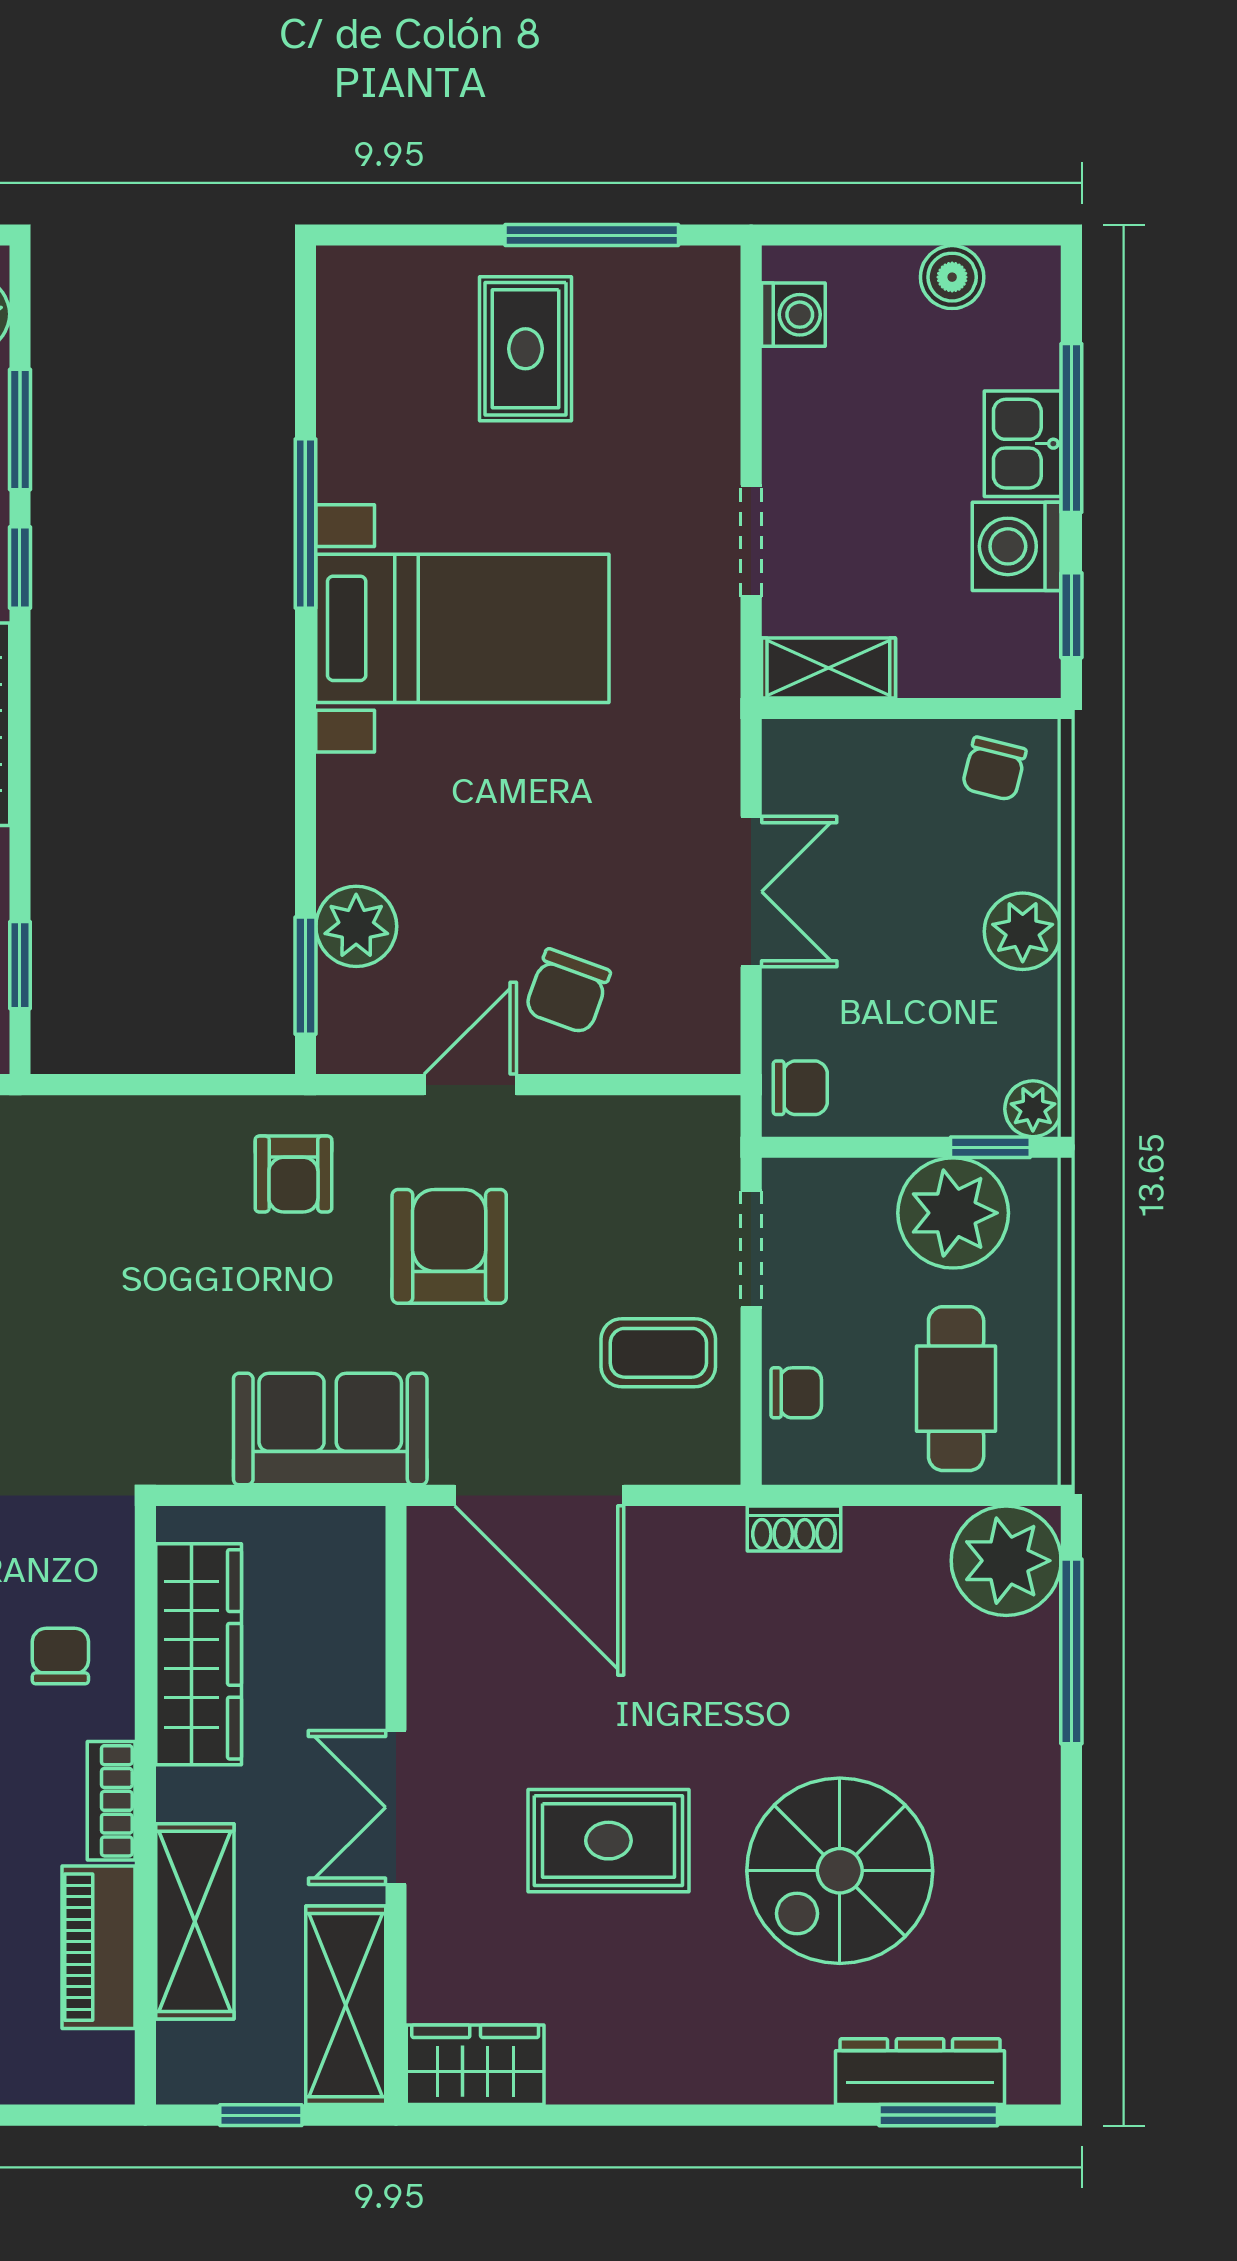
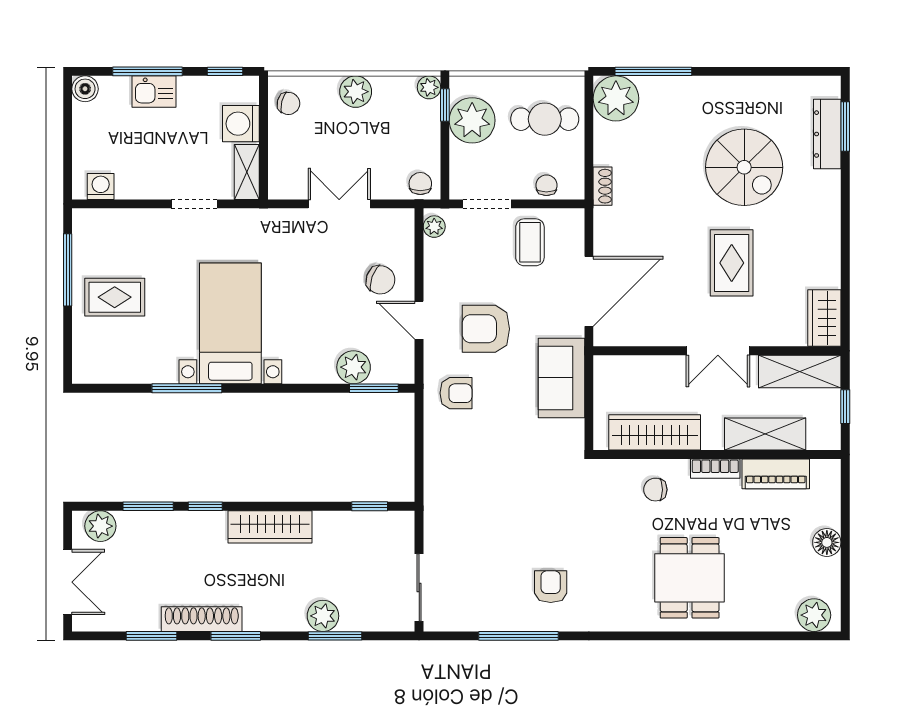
boiler: (952, 277) -> (85, 89), moved
washing machine: (1017, 546) -> (241, 124), moved, turned 90
plant: (696, 1121) -> (434, 227), added

